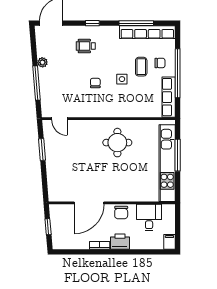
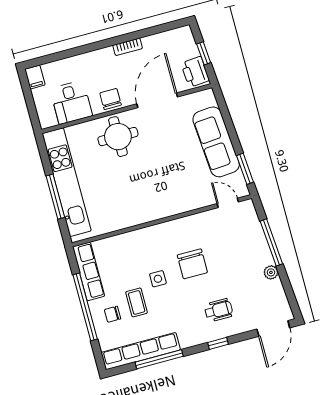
chair: (95, 83) -> (192, 264), width x1.87, depth x1.87
round table: (117, 143) -> (118, 137), moved
window: (42, 149) -> (245, 169), moved
sofa: (56, 163) -> (216, 142), added
printer: (120, 242) -> (195, 72), moved, turned 85

